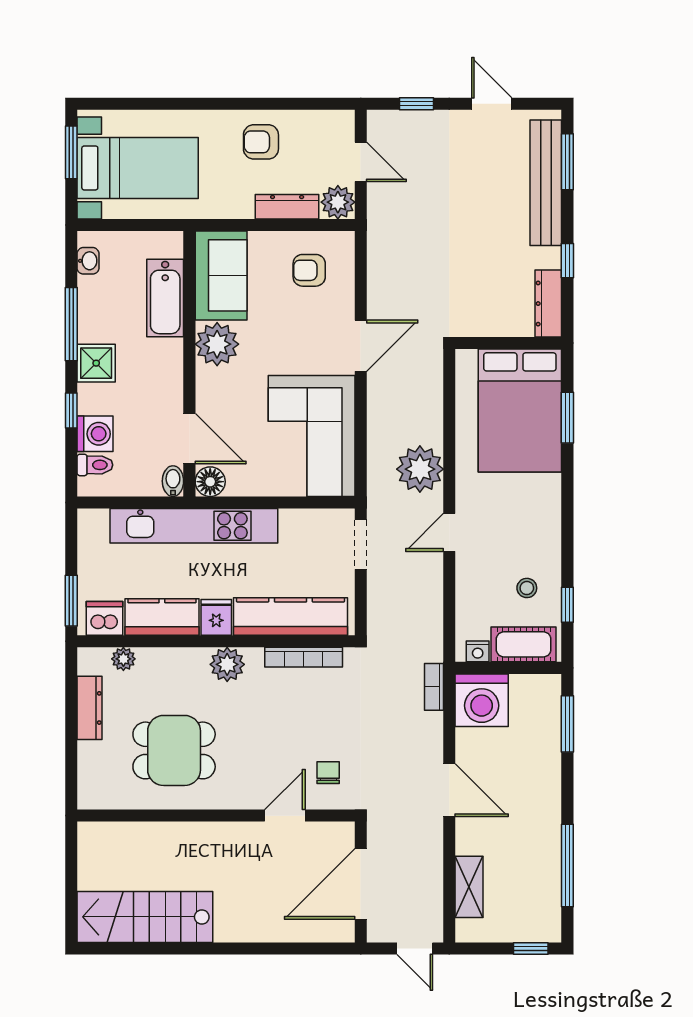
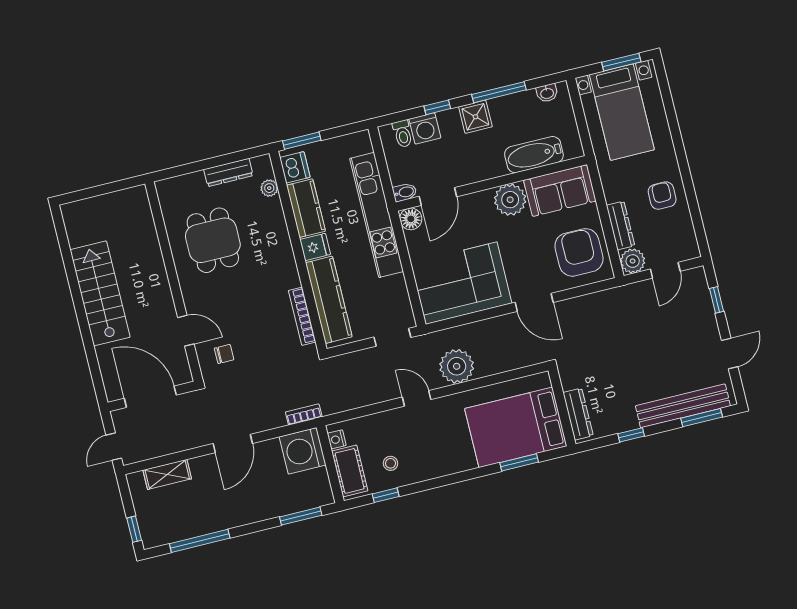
armchair: (309, 270) -> (579, 252), width x1.88, depth x1.88
dresser: (548, 304) -> (578, 414), moved, turned 90
plant: (227, 664) -> (284, 263), removed
stairs: (145, 917) -> (100, 293), moved

